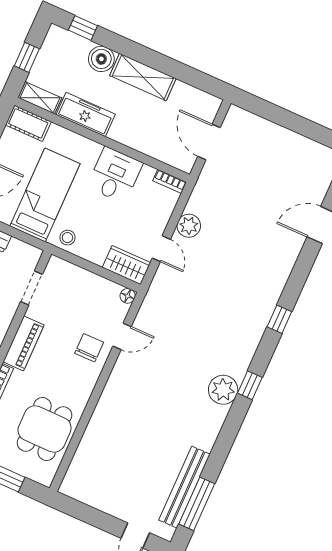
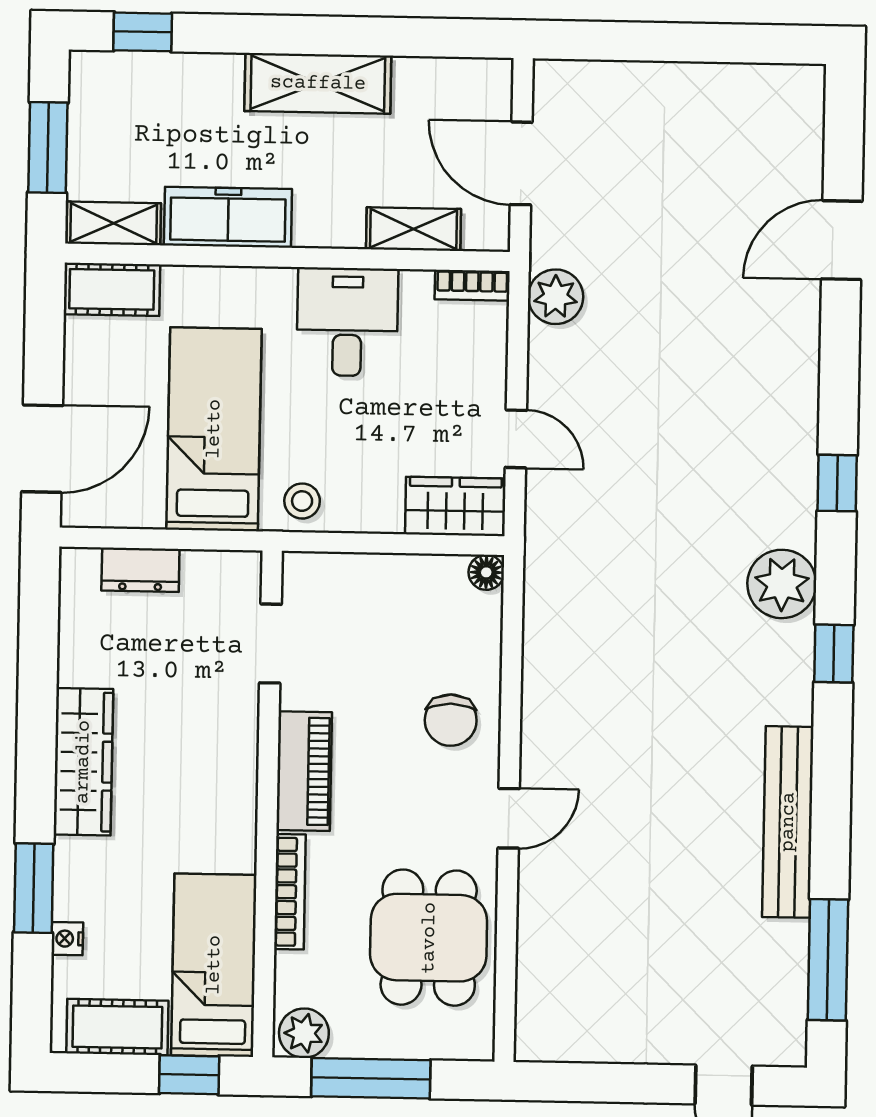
window: (27, 57) -> (48, 147), width x1.50
boiler: (101, 59) -> (211, 82), removed
shelving: (156, 150) -> (413, 229), added
plant: (189, 226) -> (556, 297), moved
door: (122, 336) -> (509, 818), moved
chair: (89, 348) -> (451, 720), turned 180
plant: (223, 390) -> (782, 584), moved
bench: (184, 487) -> (788, 822), moved

